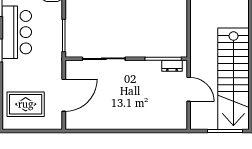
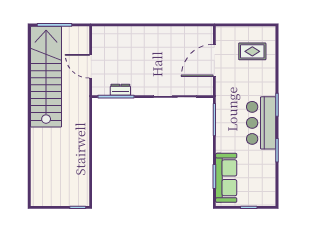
dresser: (172, 66) -> (120, 90), moved
rug: (26, 104) -> (252, 51), width x0.73, depth x0.70

